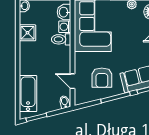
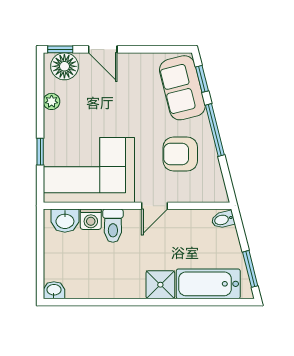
shower: (27, 33) -> (160, 285), moved
armchair: (102, 78) -> (180, 154), turned 180
door: (72, 81) -> (154, 206), moved

